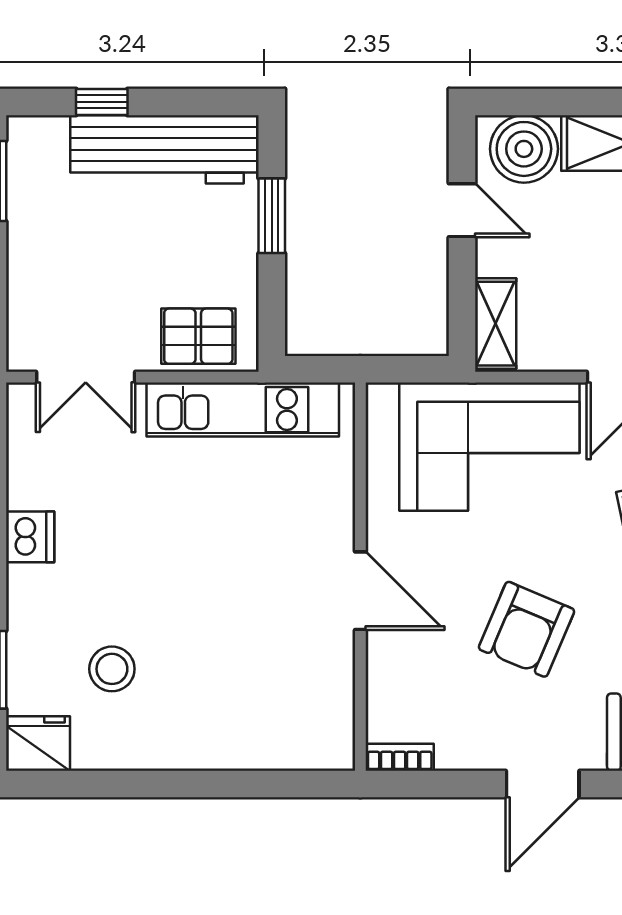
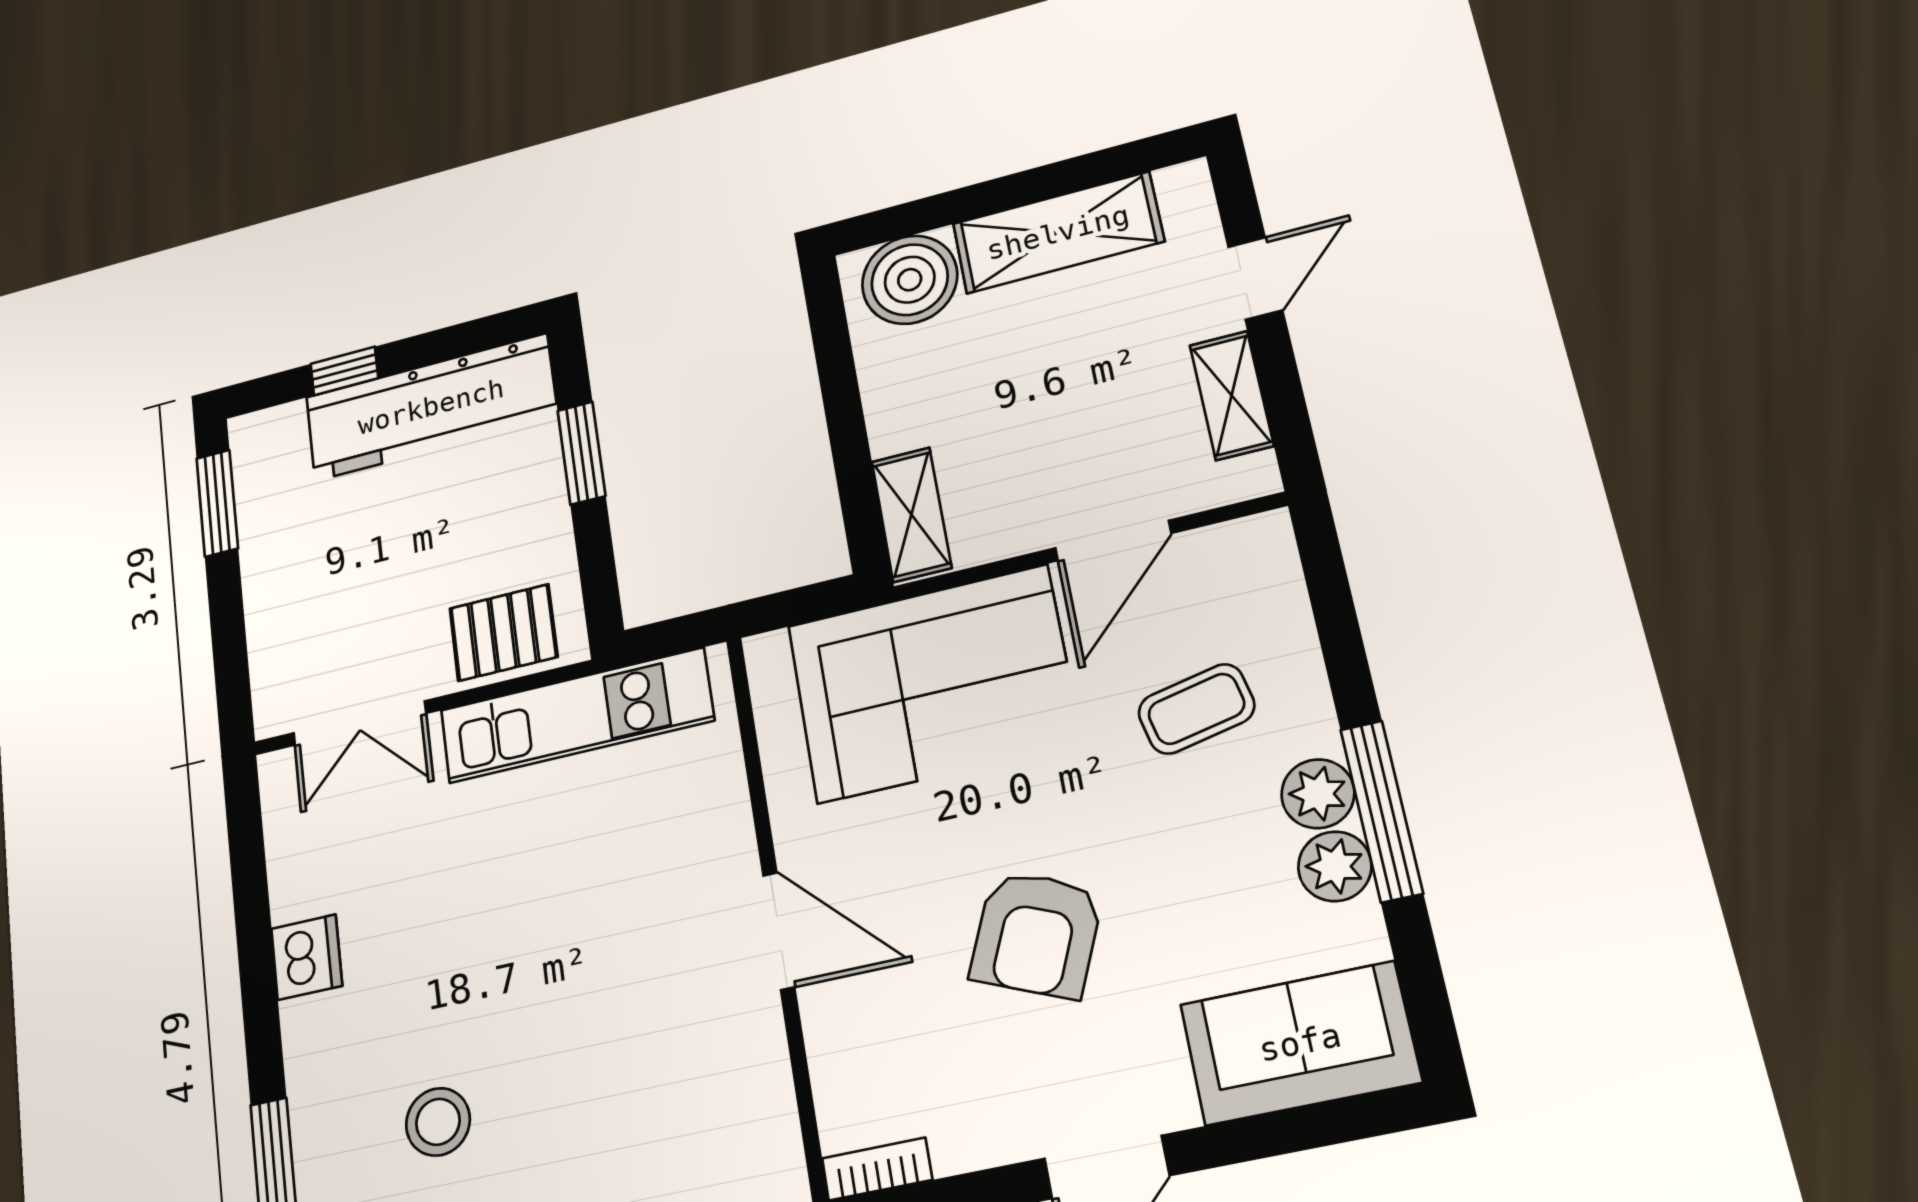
door: (462, 210) -> (838, 379), removed

